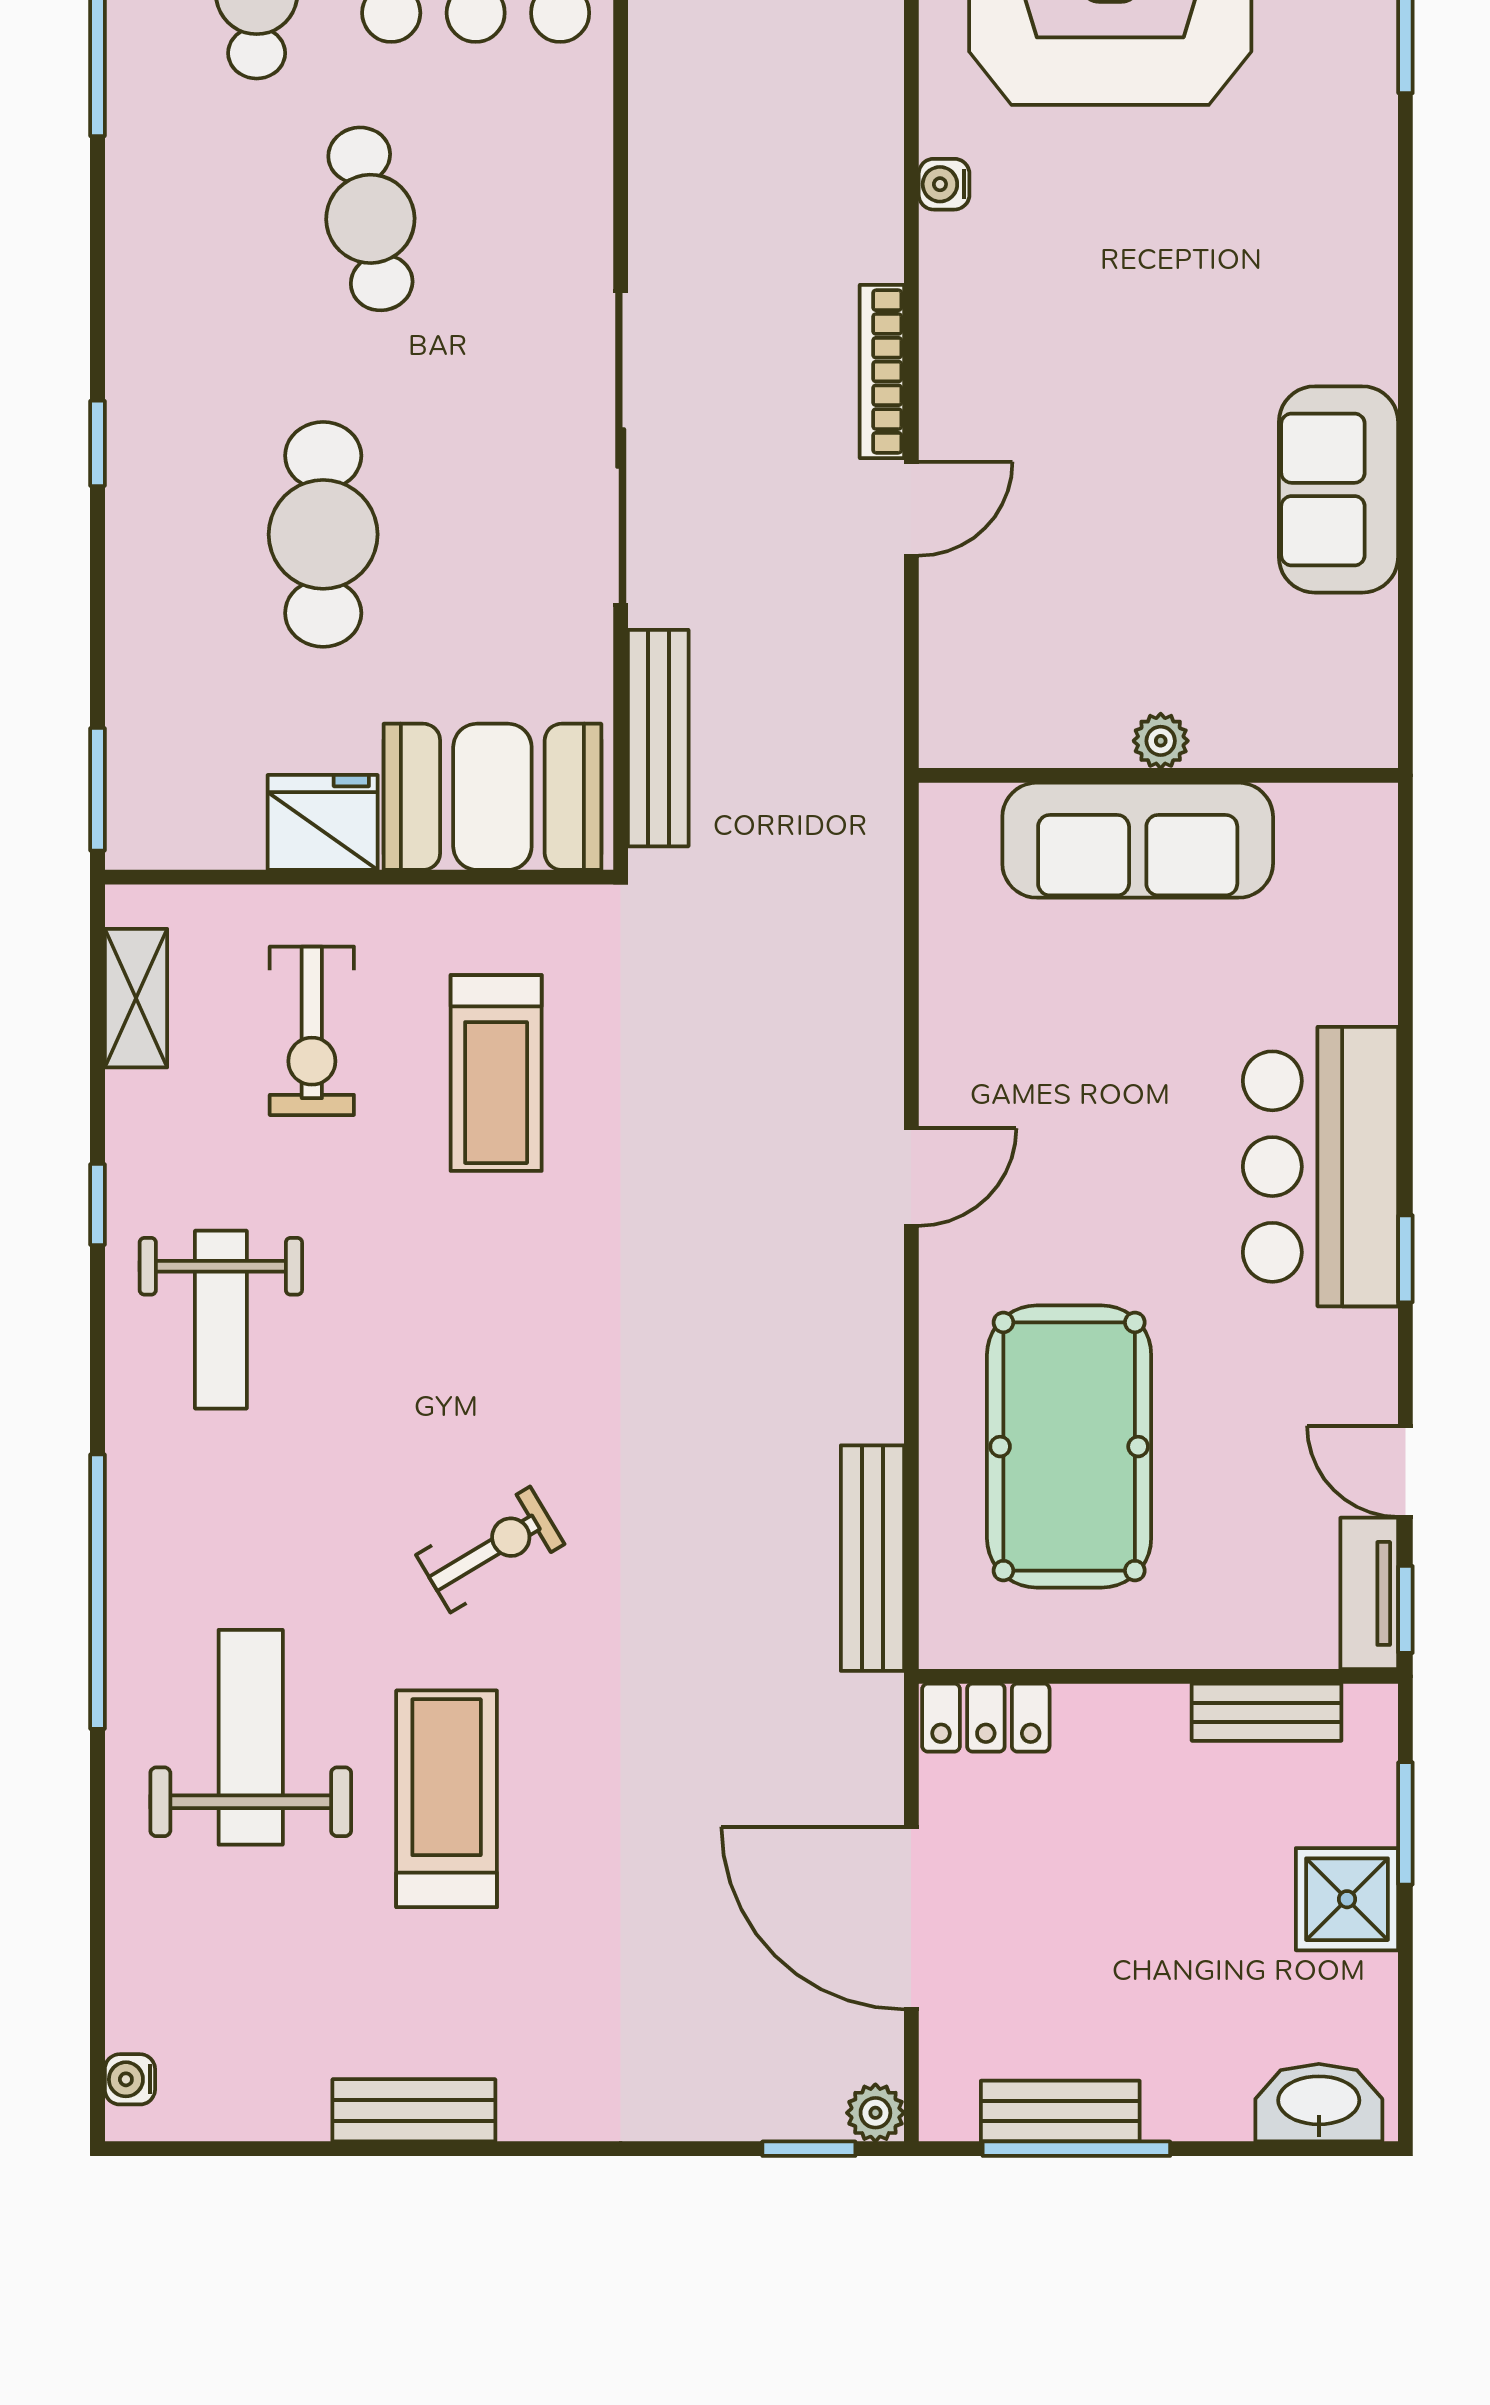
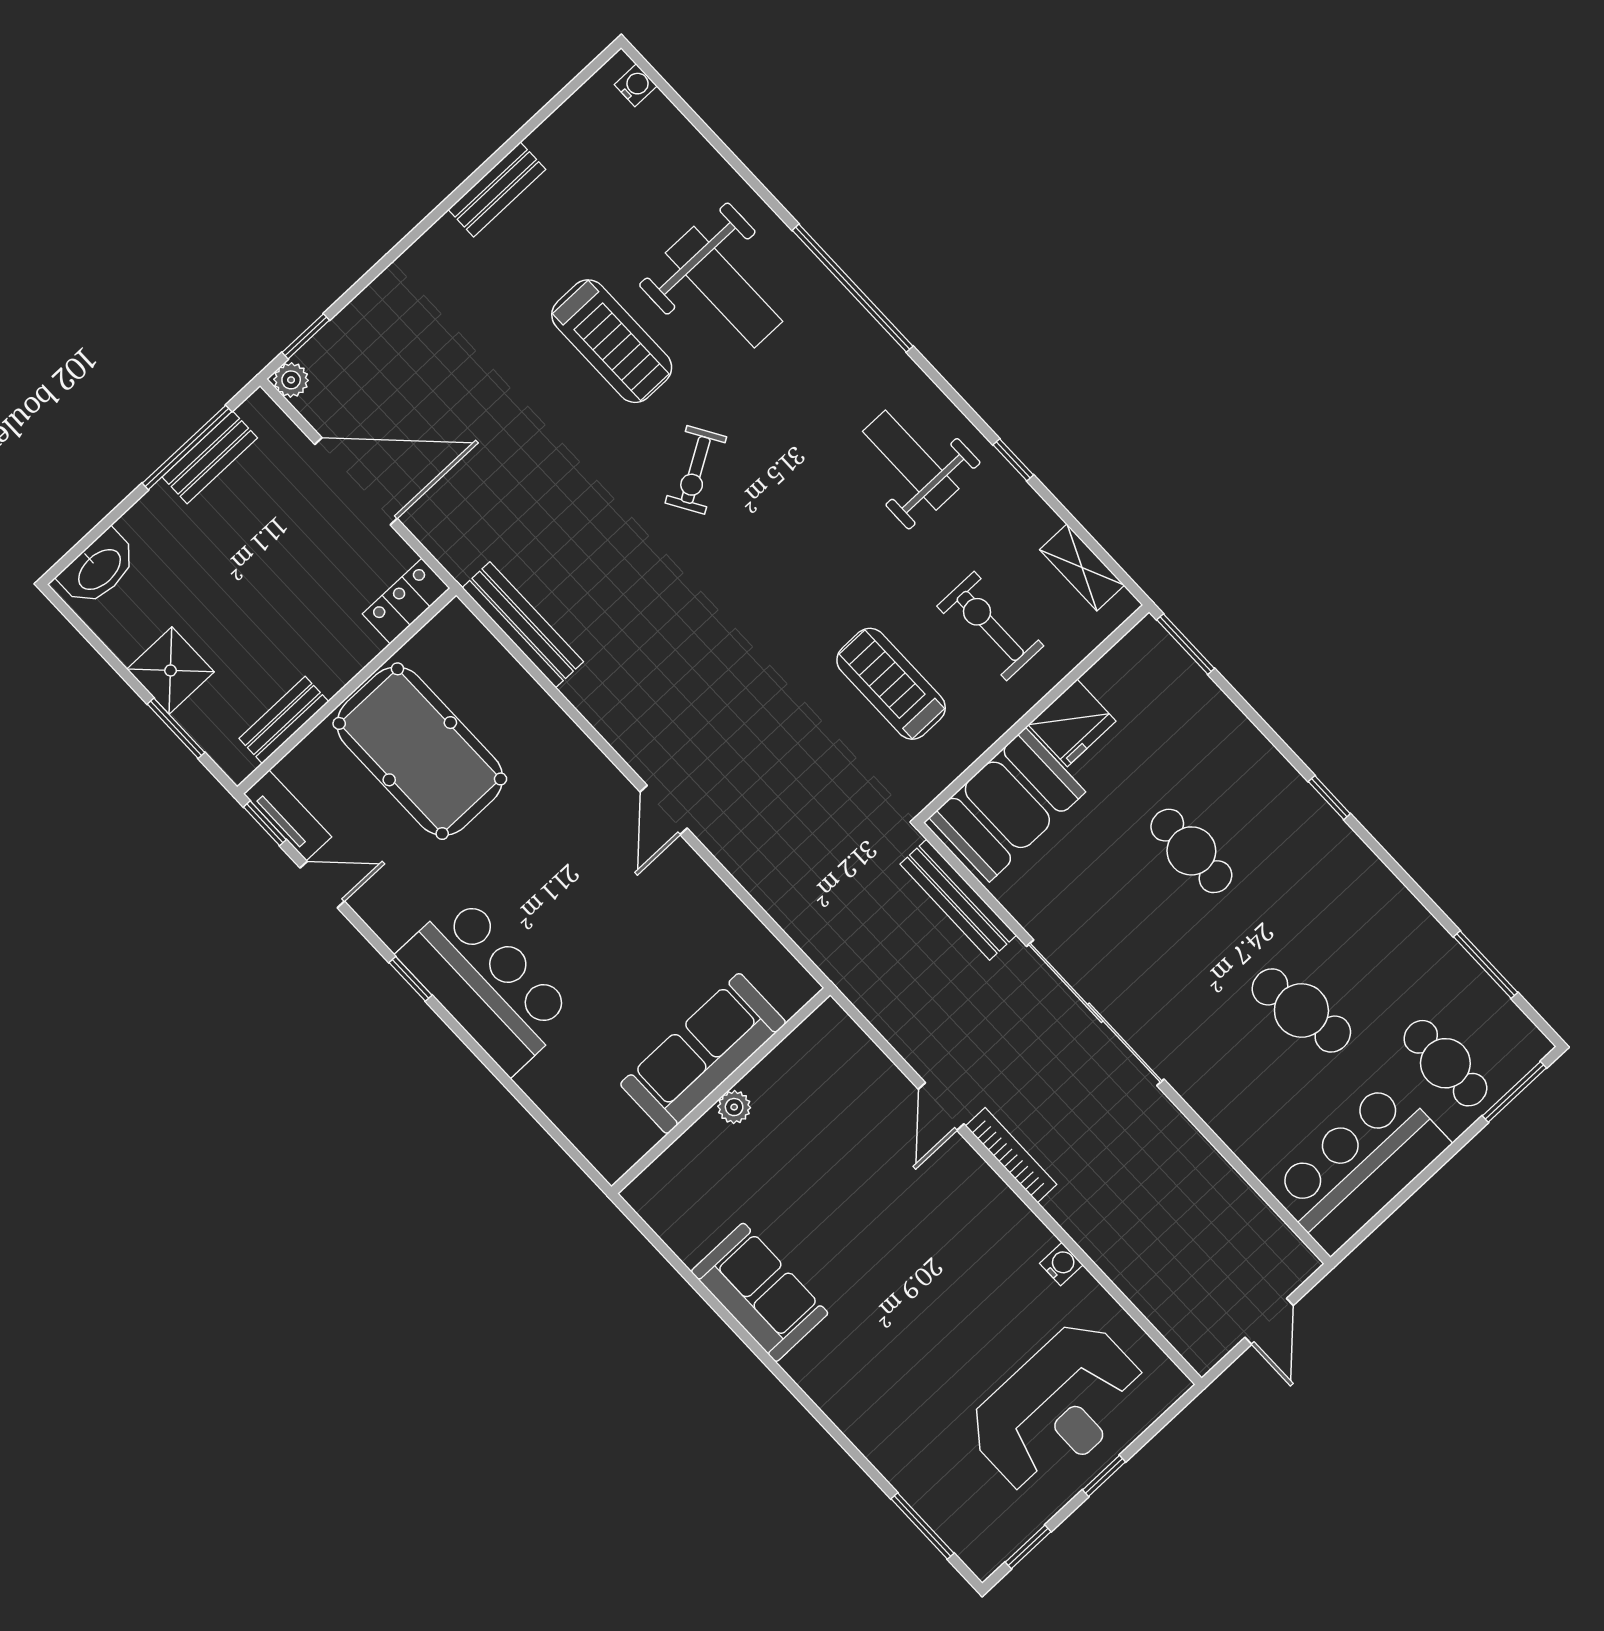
cafe table: (323, 534) -> (1191, 851), width x0.73, depth x0.74
pool table: (1069, 1447) -> (420, 751), moved

